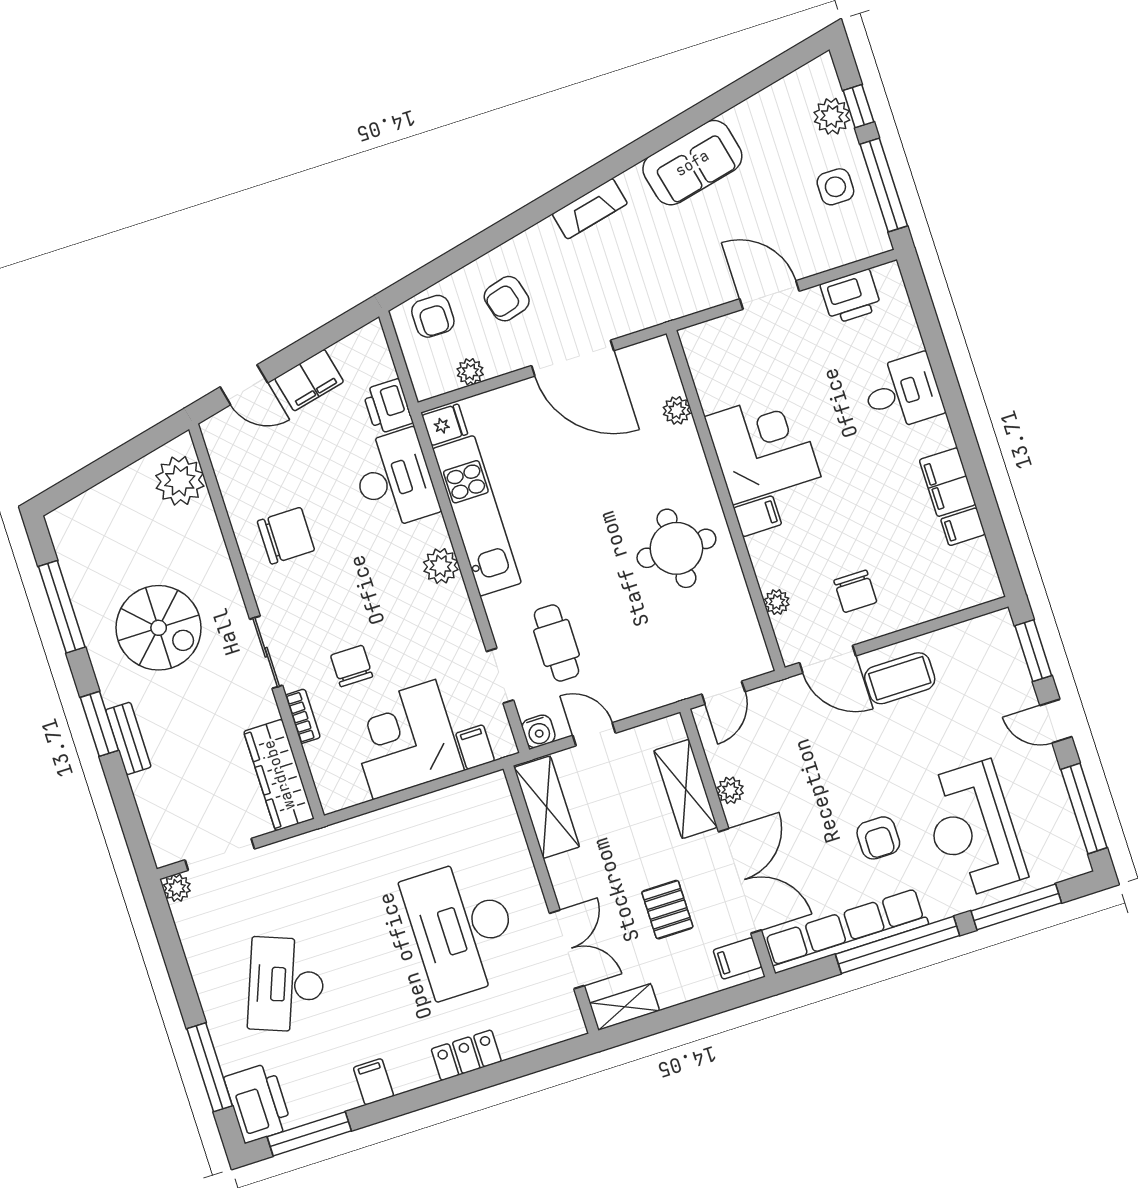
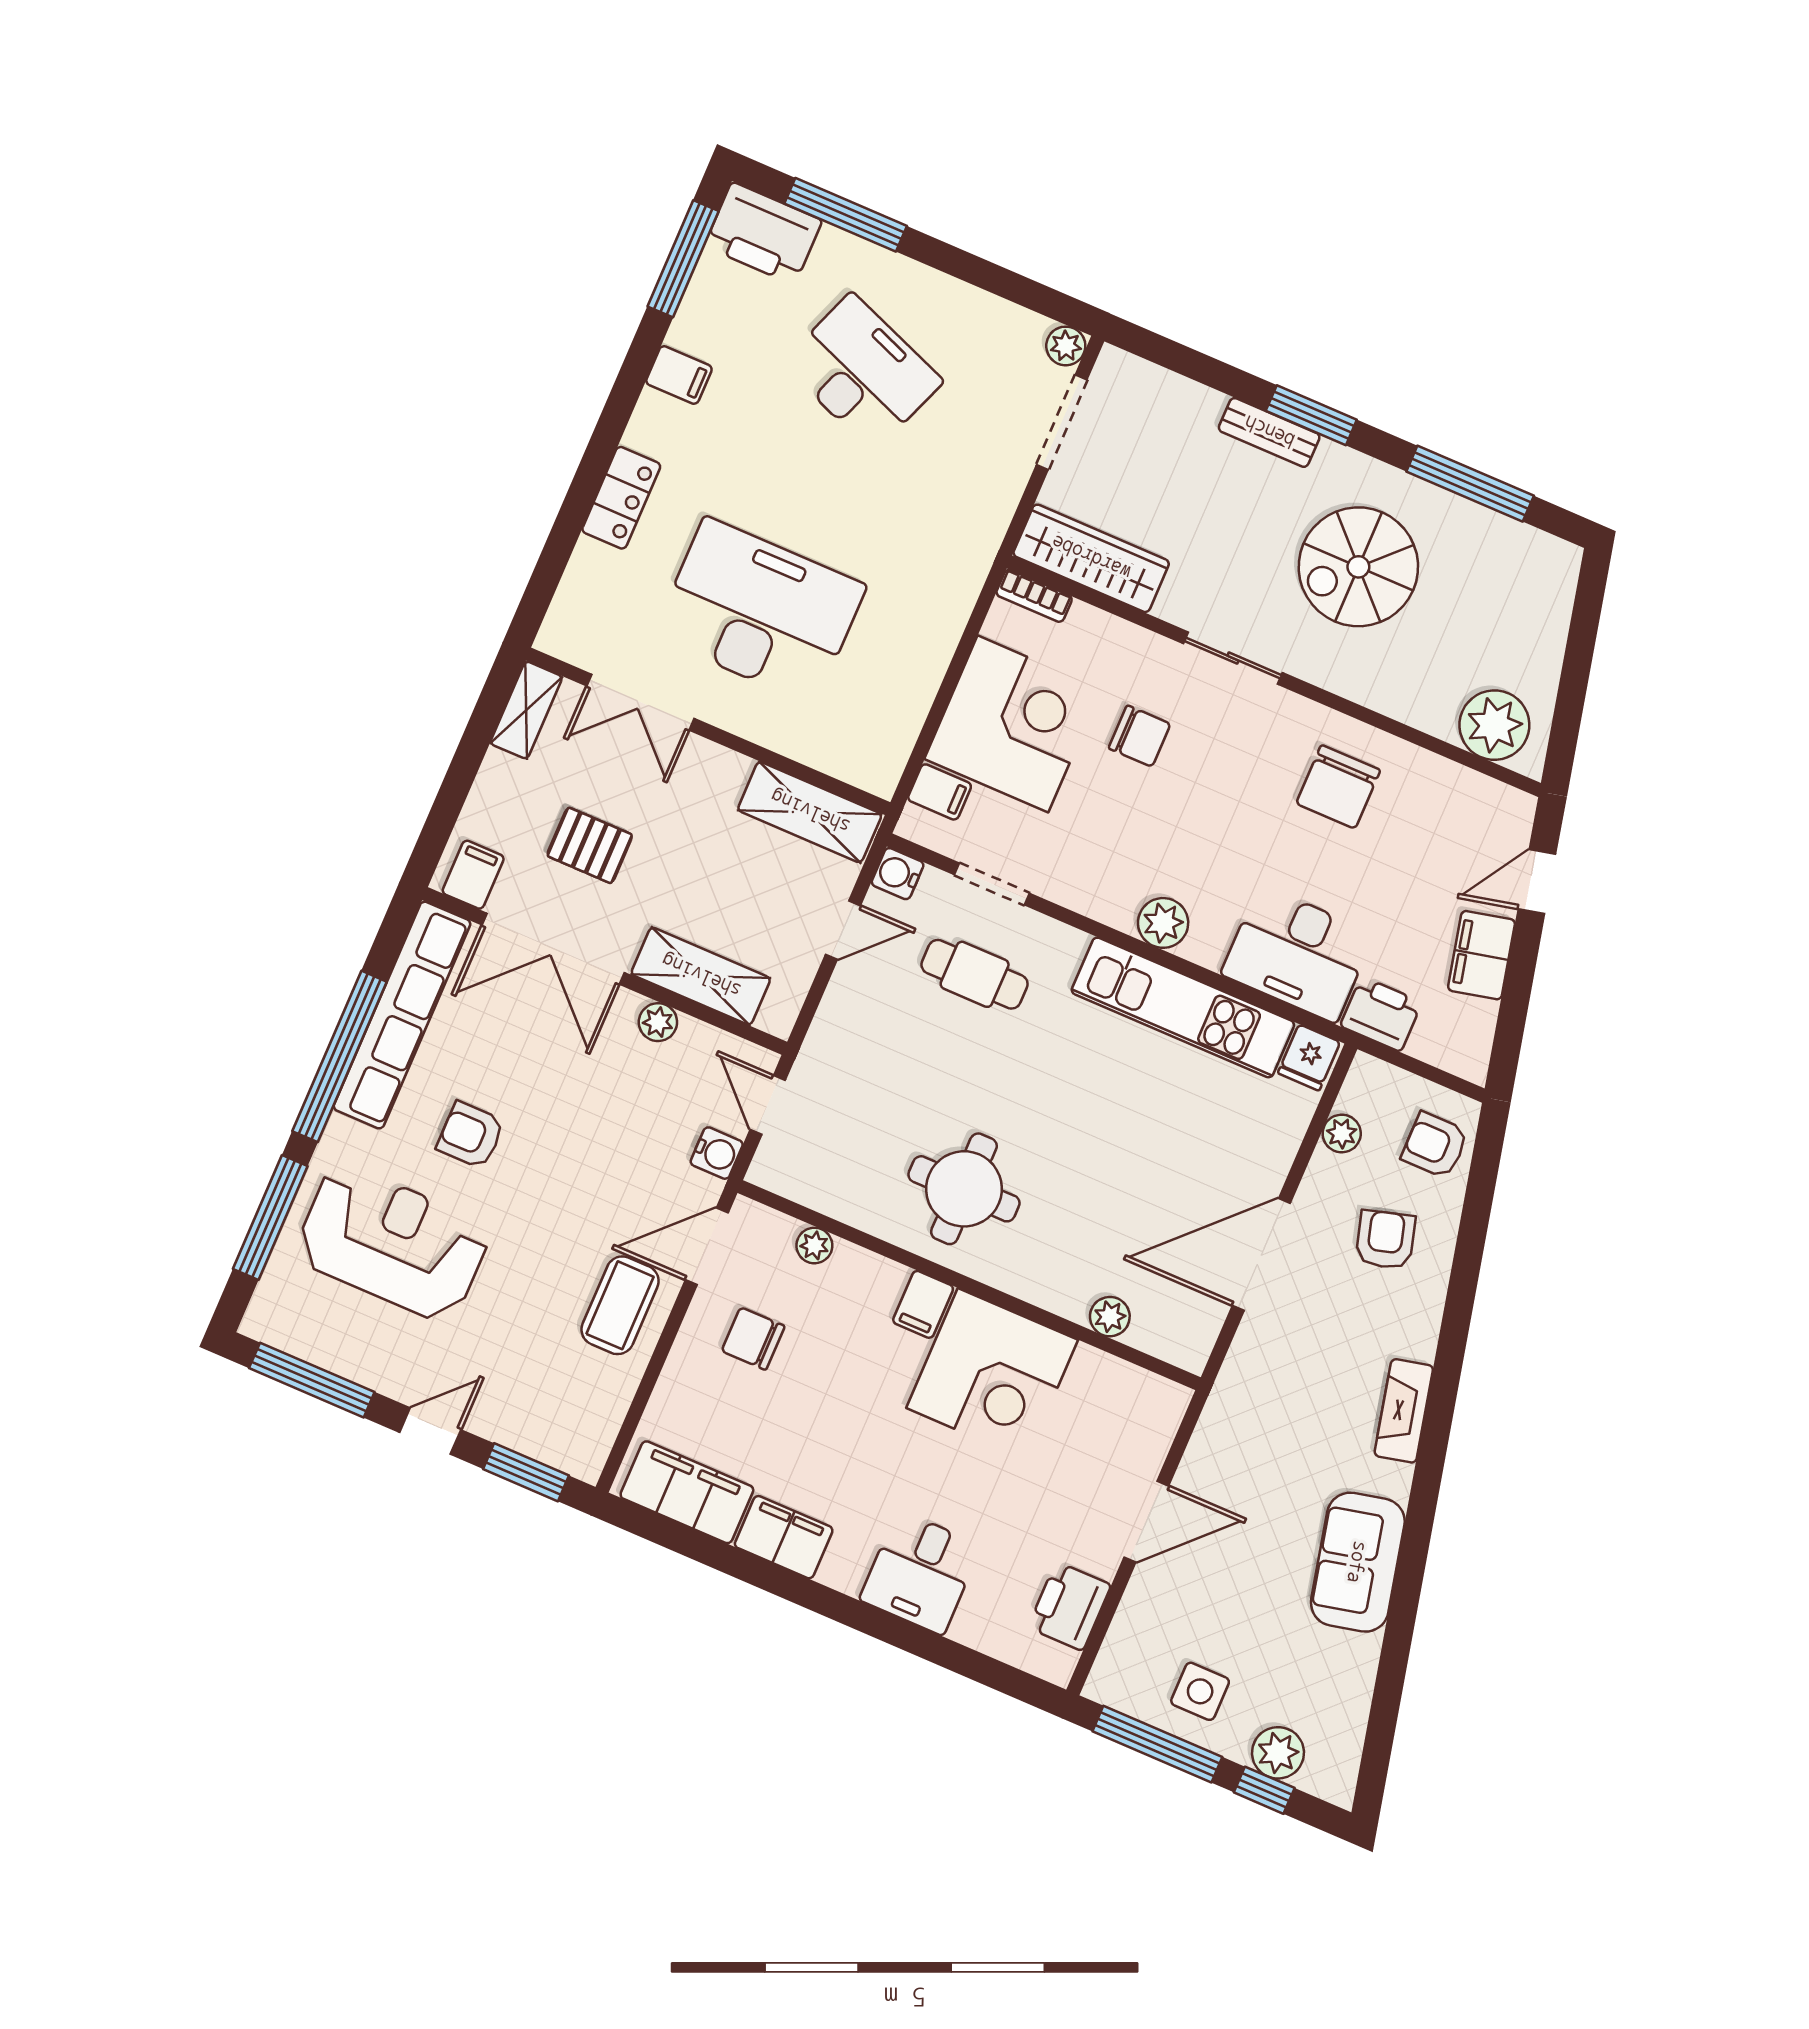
filing cabinet: (963, 527) -> (687, 1492), width x3.00, depth x1.17
water cooler: (773, 698) -> (717, 1153), added
bookcase: (303, 716) -> (1034, 596), moved

